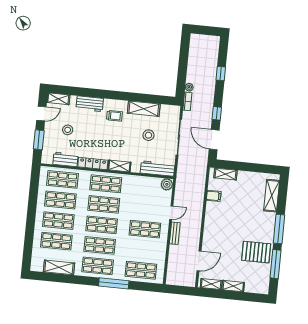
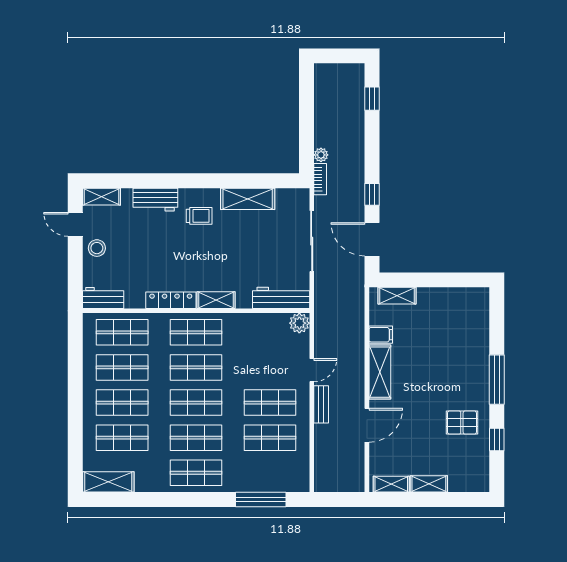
window: (221, 73) -> (372, 99), moved
door: (41, 114) -> (75, 224), swing flipped
stool: (68, 130) -> (97, 248), moved
stool: (148, 135) -> (260, 243), removed
window: (39, 140) -> (75, 269), removed
workbench: (65, 159) -> (103, 298), moved
shelving: (272, 196) -> (380, 372), moved
pallet: (256, 252) -> (462, 423), width x0.67, depth x0.71
door: (199, 261) -> (367, 425), moved
window: (276, 264) -> (497, 440), width x0.46
shelving: (59, 267) -> (108, 482), moved
shop shelf: (141, 270) -> (270, 438), moved
window: (114, 283) -> (261, 500), moved

